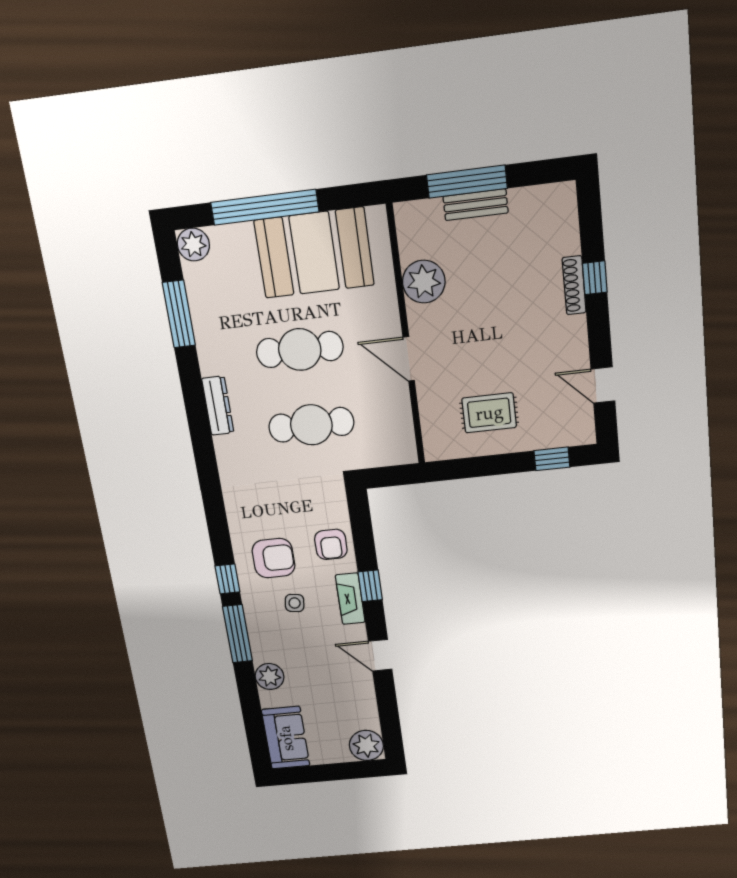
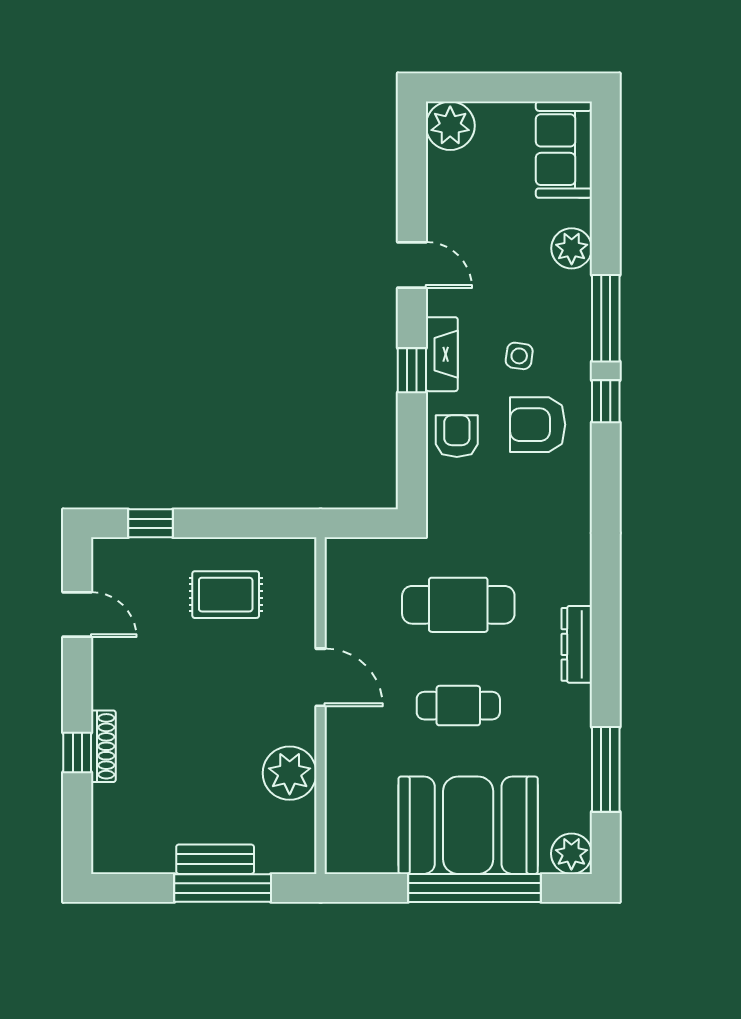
booth: (314, 253) -> (468, 825), moved
cafe table: (300, 350) -> (458, 706), width x0.73, depth x0.74

